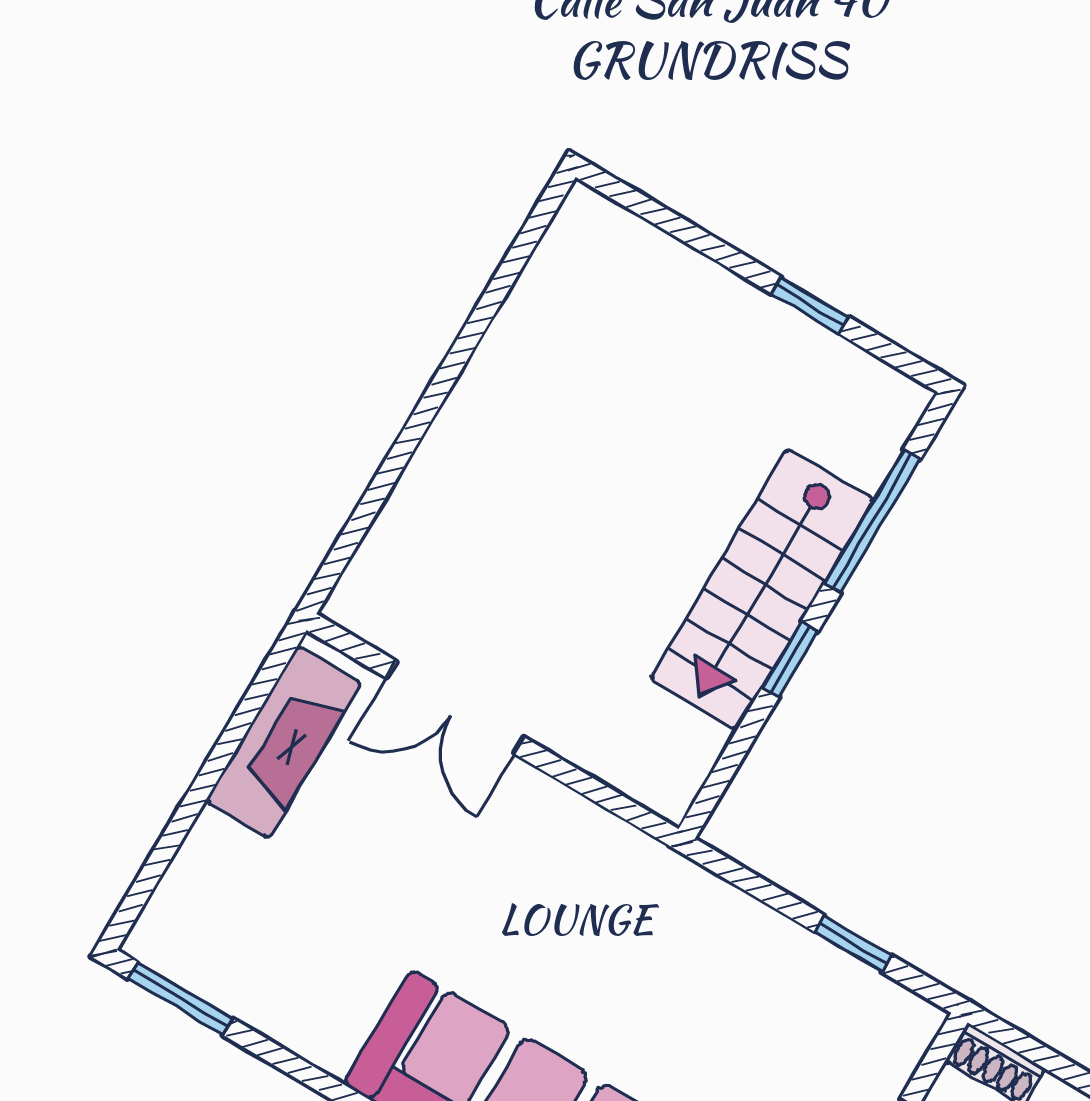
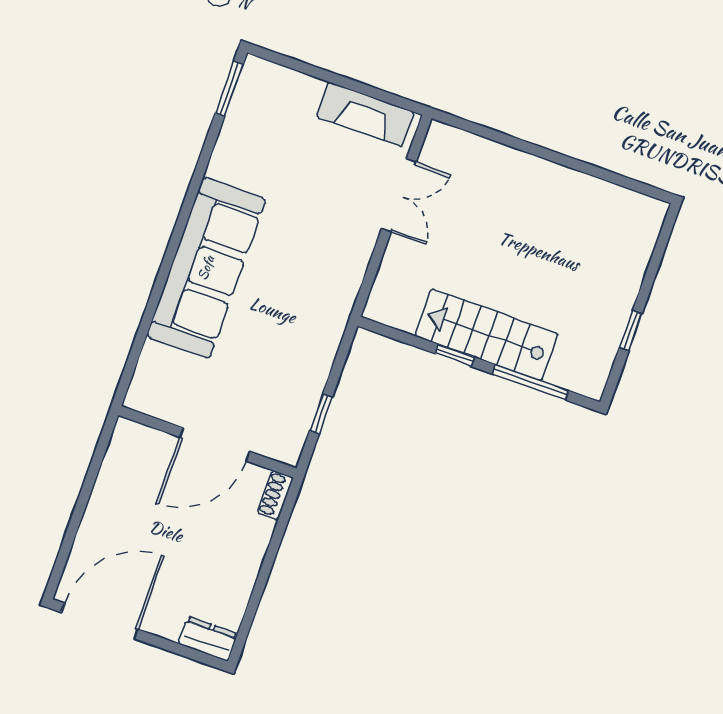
double door: (455, 707) -> (399, 195), swing flipped

